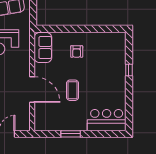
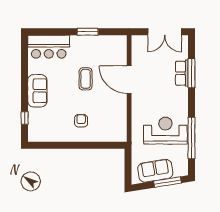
sofa: (43, 48) -> (37, 91), moved, turned 180
window: (129, 70) -> (25, 118), moved

